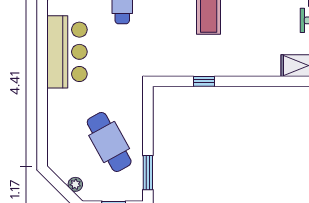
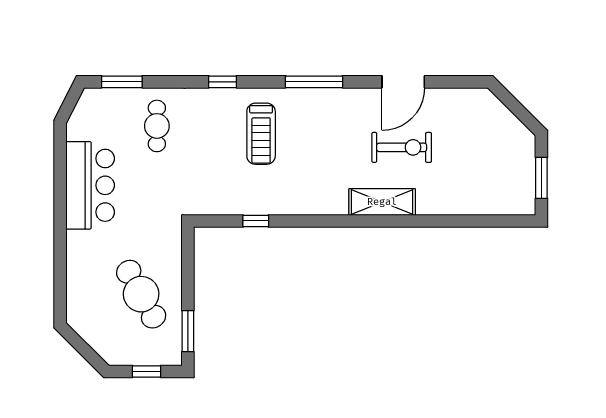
plant: (75, 184) -> (100, 345), removed

